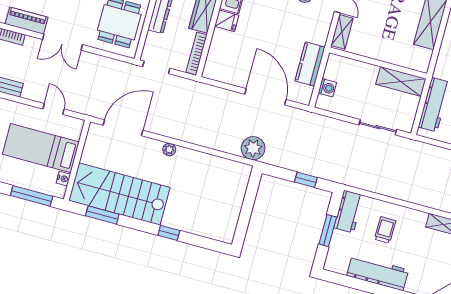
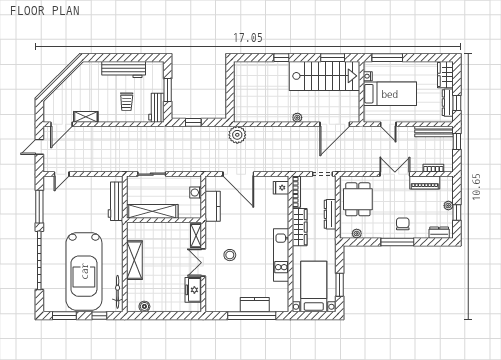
fridge: (227, 21) -> (281, 188), moved
shelving: (401, 82) -> (152, 211), width x1.47

